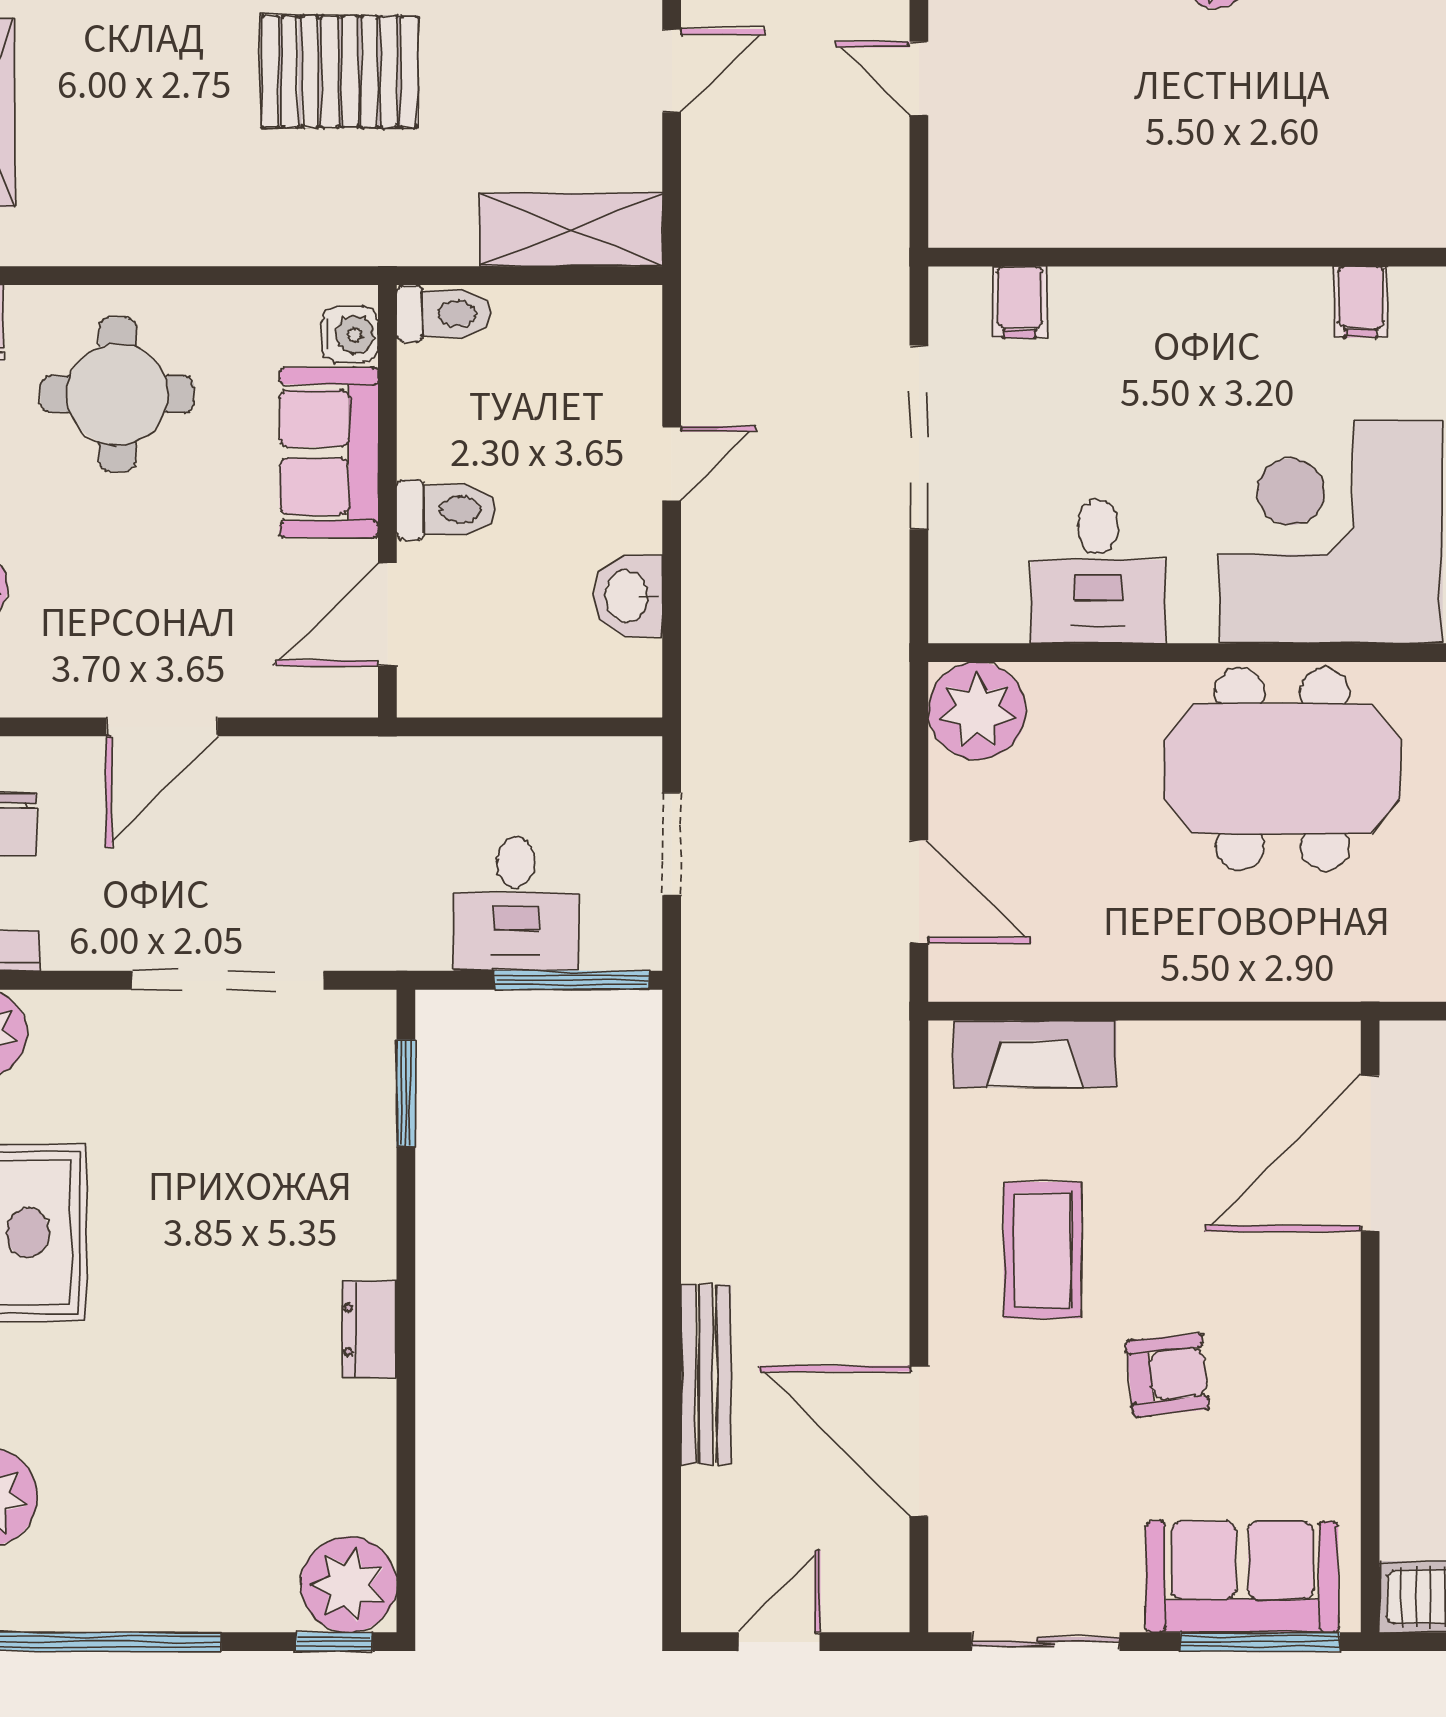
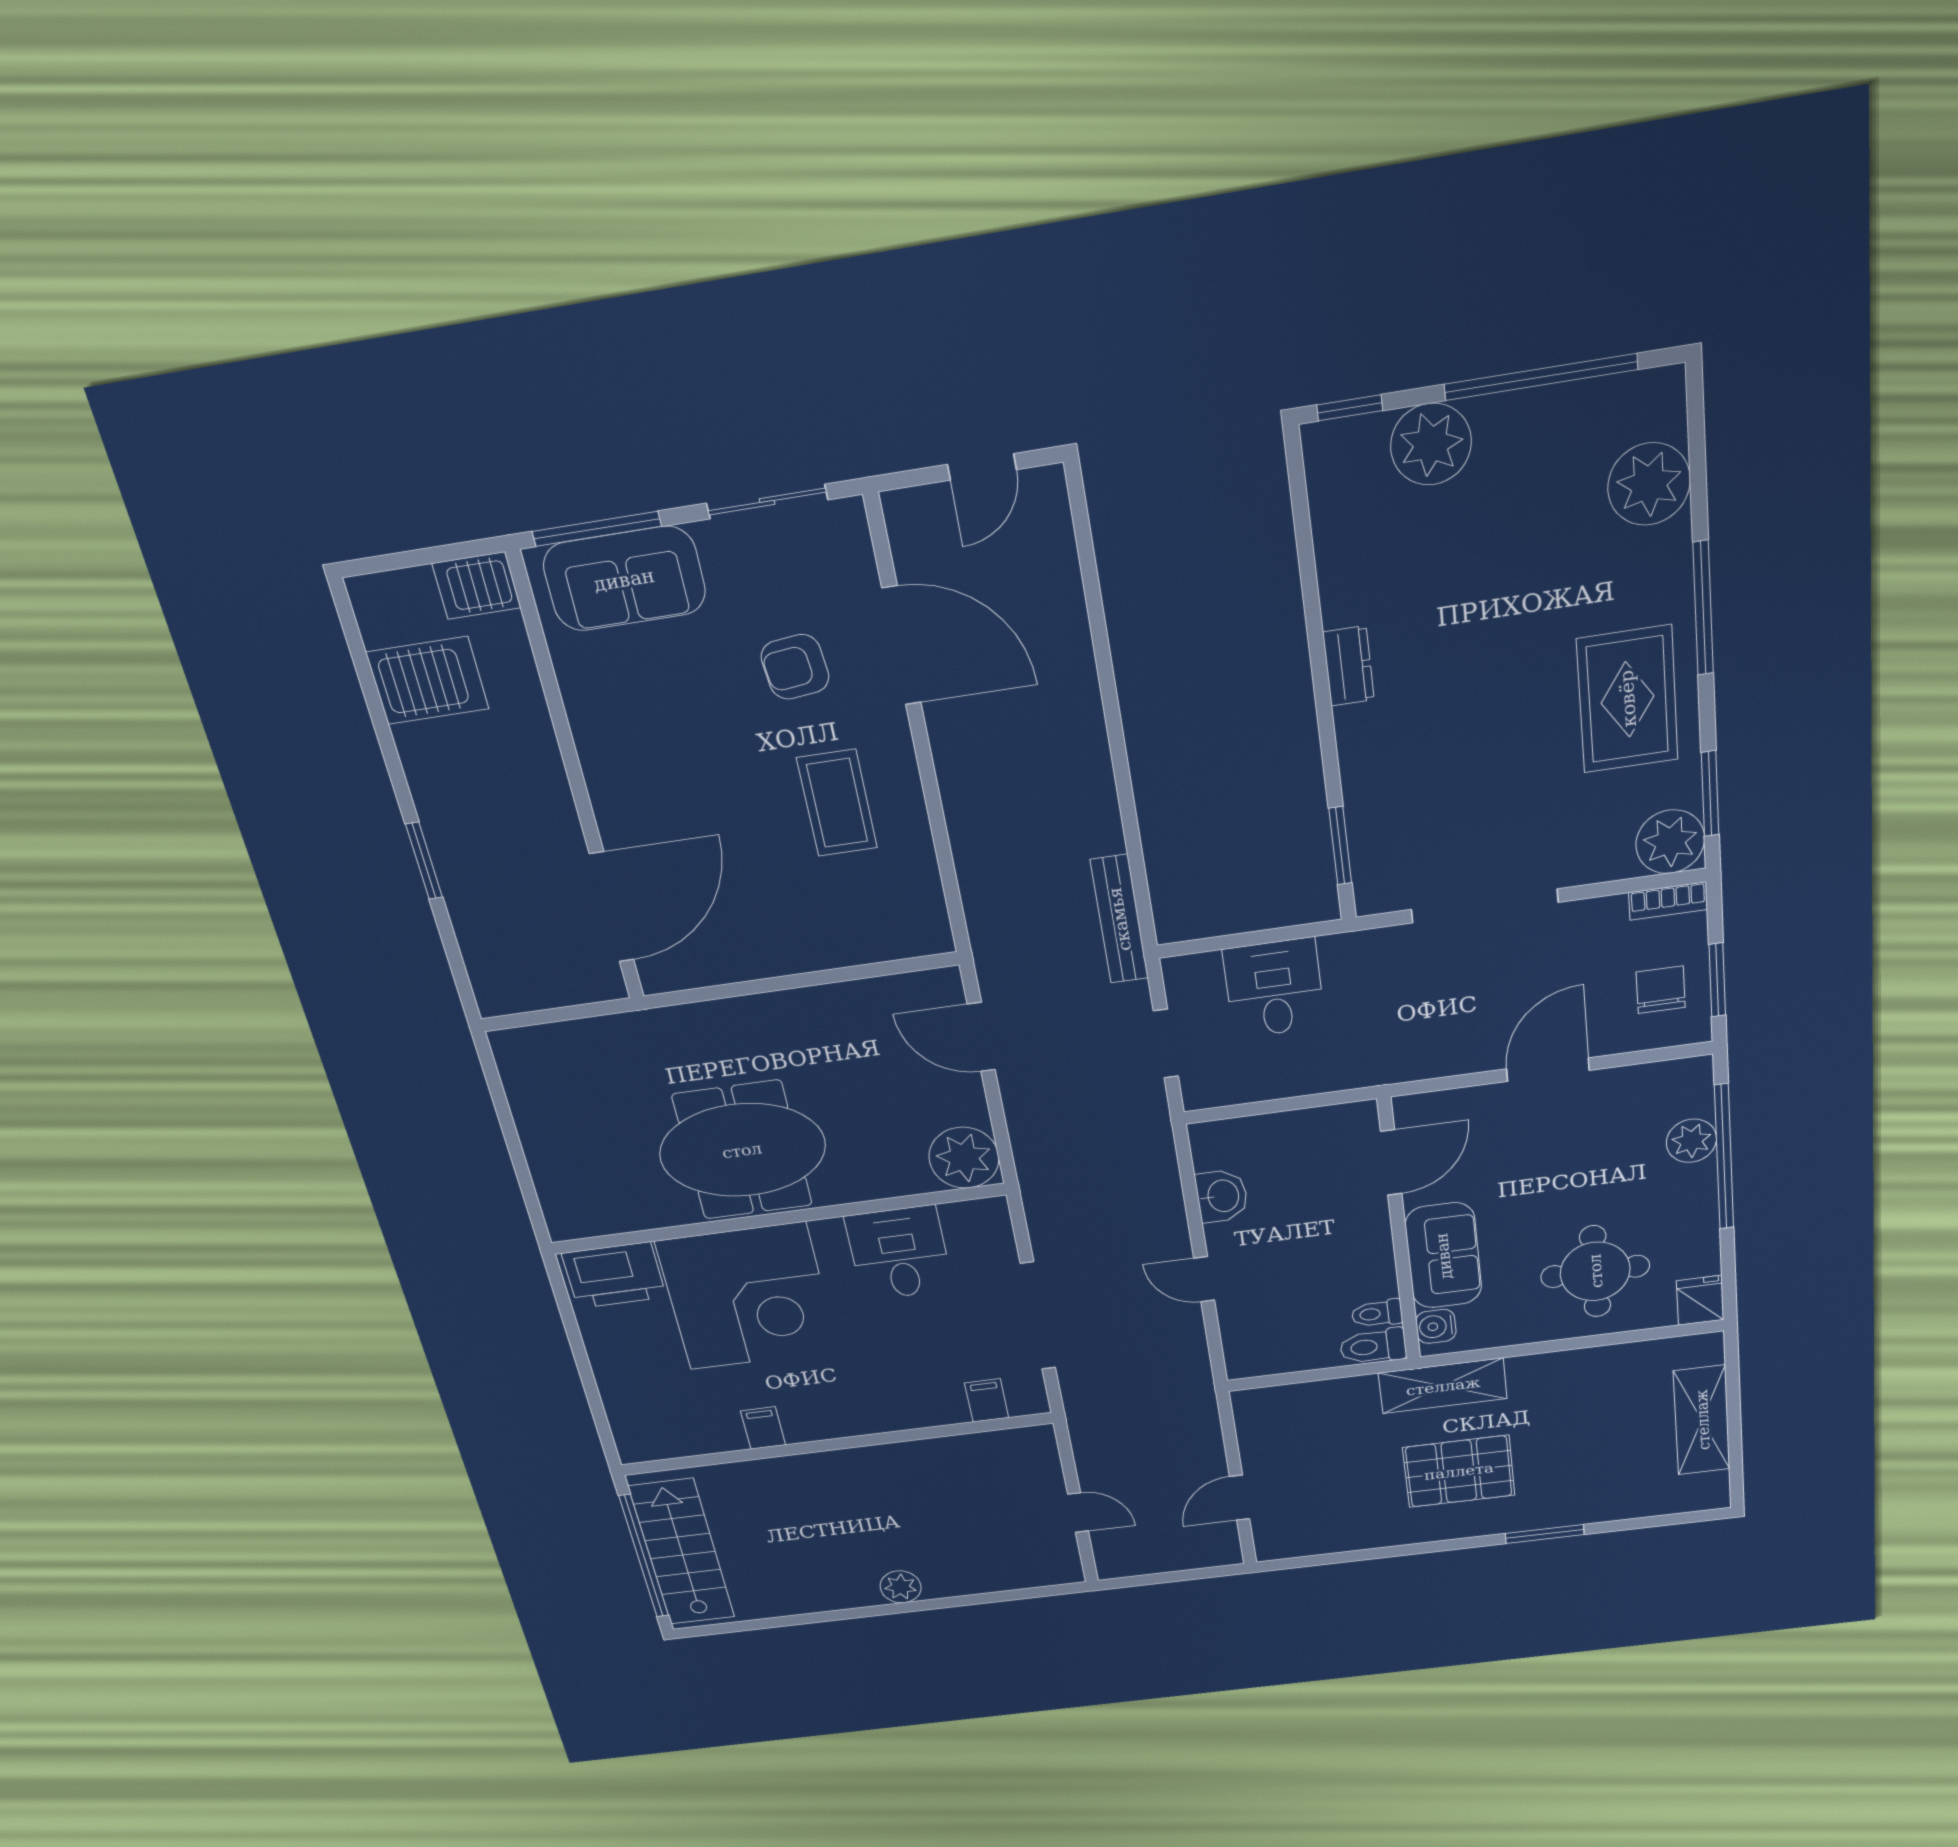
shelving: (571, 230) -> (1443, 1386), moved
door: (672, 463) -> (1204, 1279), hinge flipped
toilet: (446, 510) -> (1377, 1314), moved, width x0.73, depth x0.72
window: (572, 980) -> (1225, 942), removed
fireplace: (1035, 1054) -> (874, 940), removed
bench: (706, 1374) -> (1119, 919), moved
armchair: (1168, 1375) -> (795, 667), moved
plant: (349, 1584) -> (1431, 444), moved

